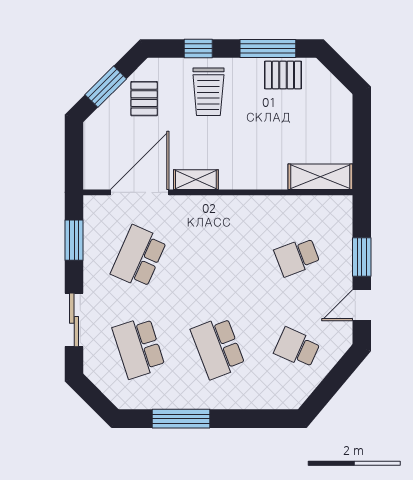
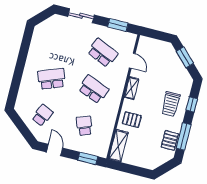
trolley: (208, 92) -> (171, 104), turned -90
pallet: (144, 99) -> (132, 120), moved
door: (140, 192) -> (132, 61), width x0.53
window: (362, 257) -> (88, 158), moved
school desk: (139, 348) -> (93, 89), moved, turned 39
window: (181, 419) -> (23, 54), removed

